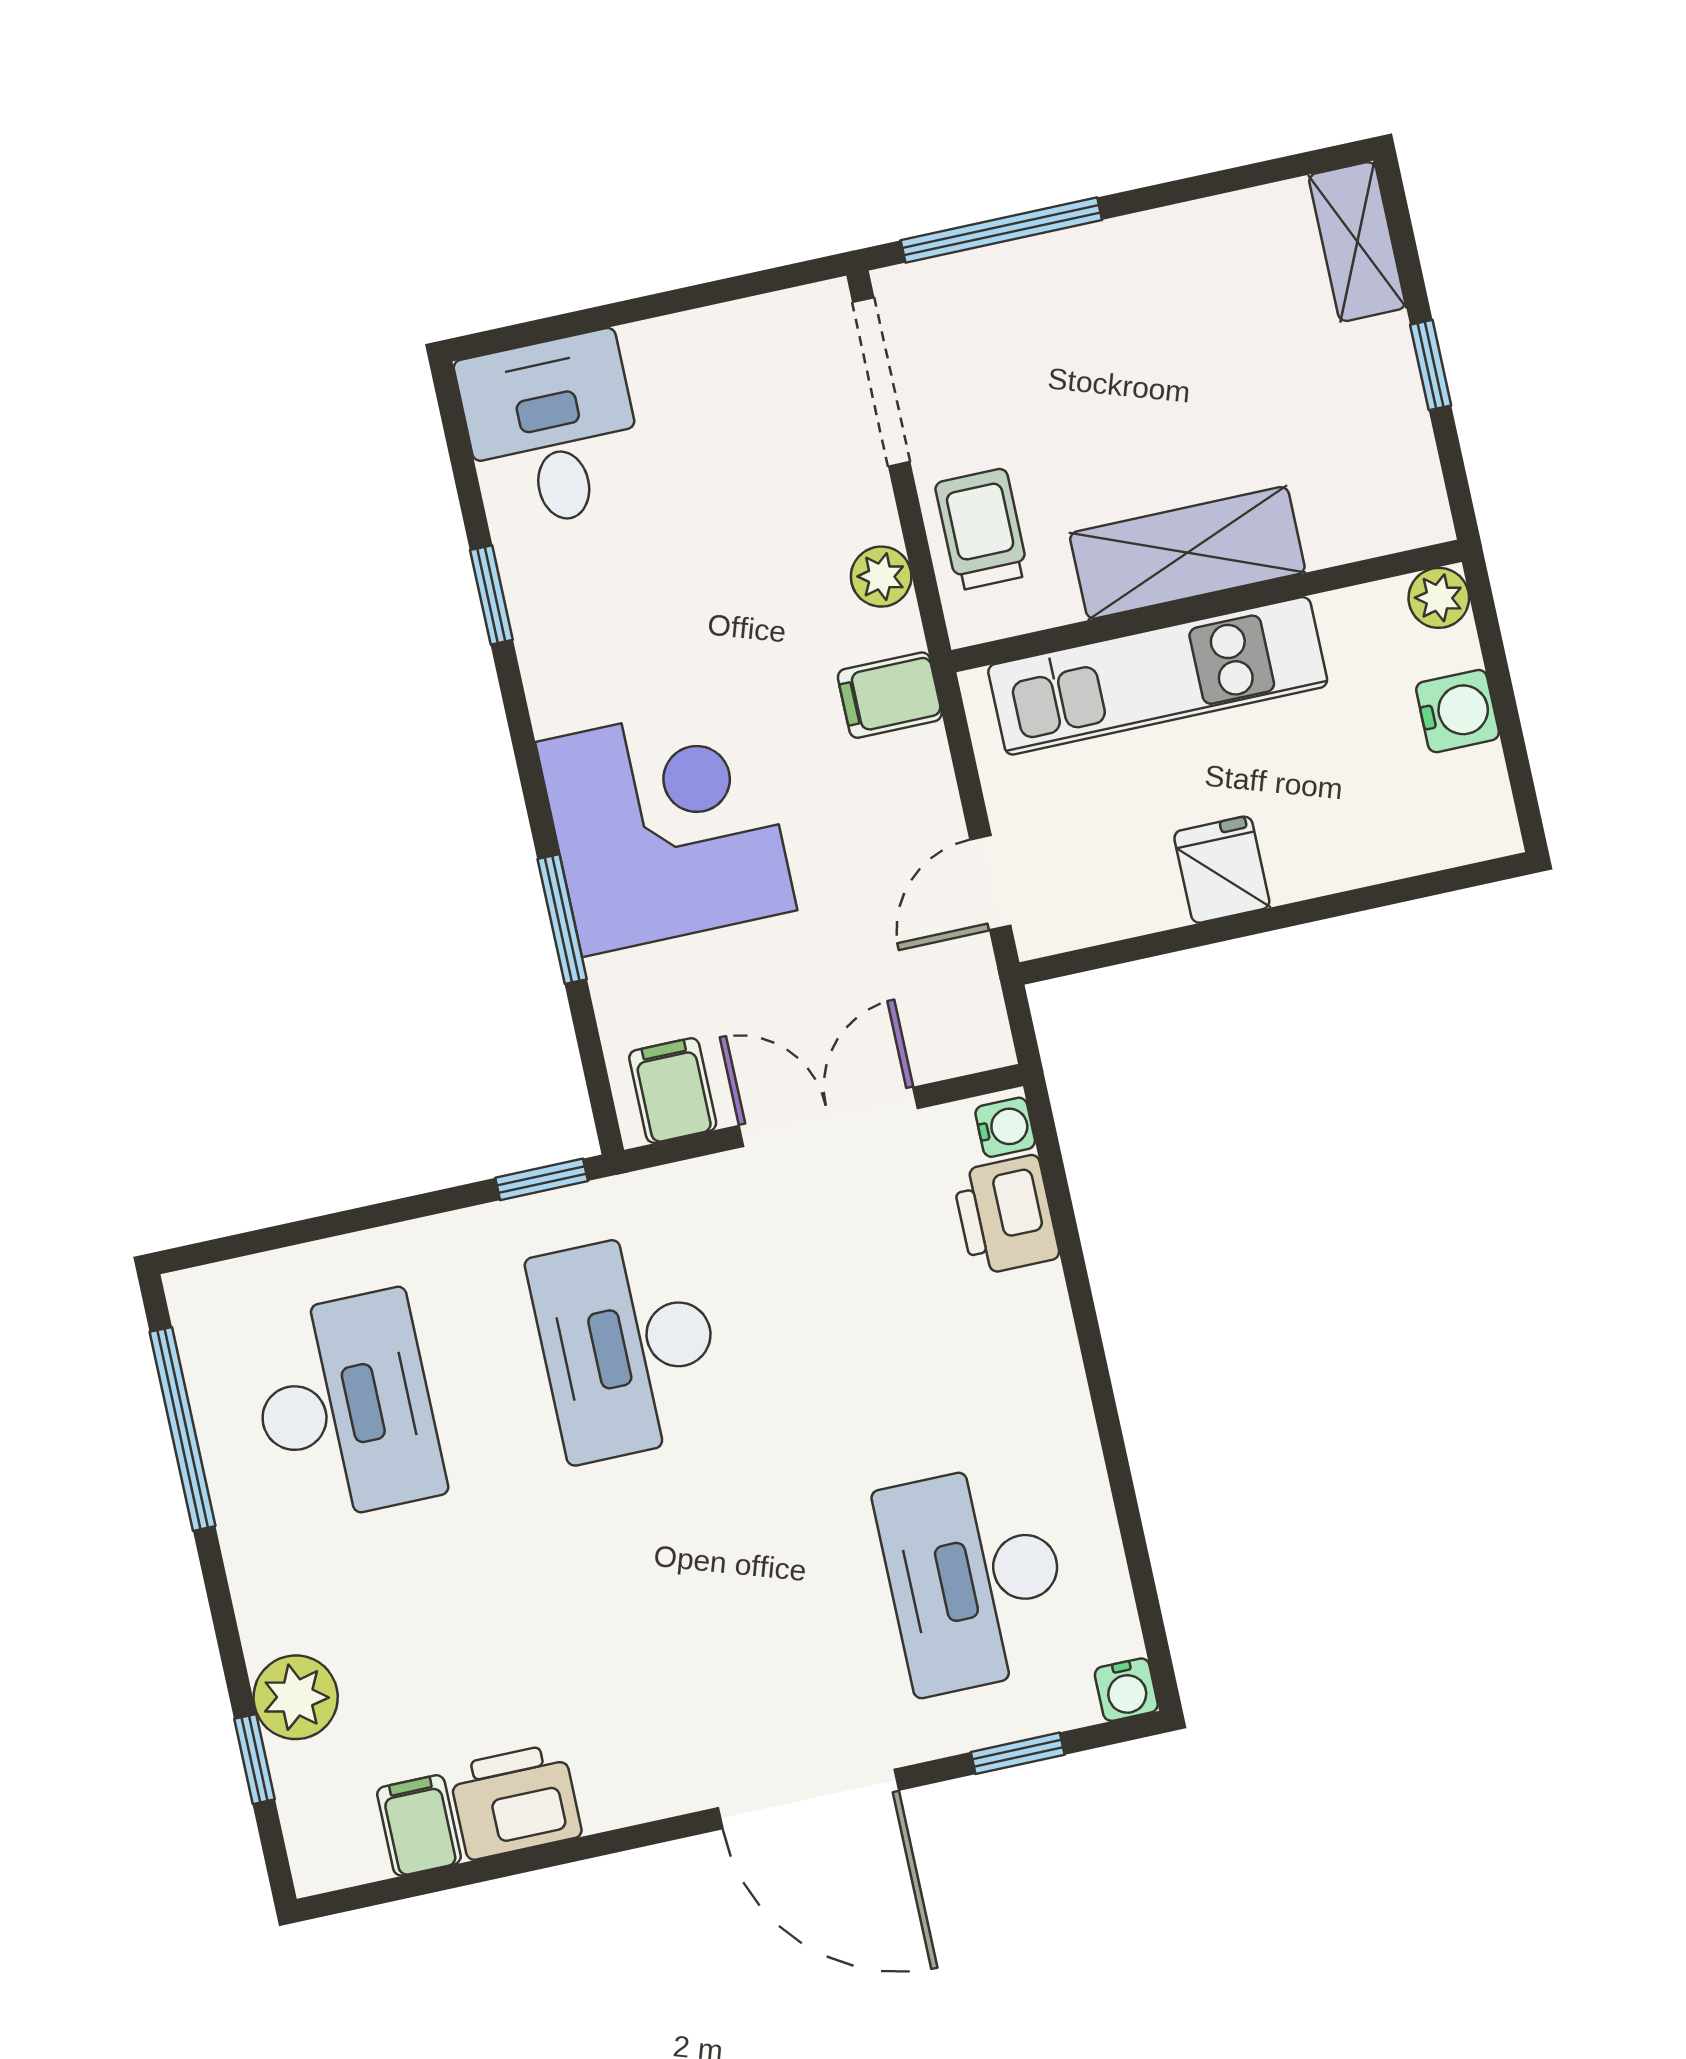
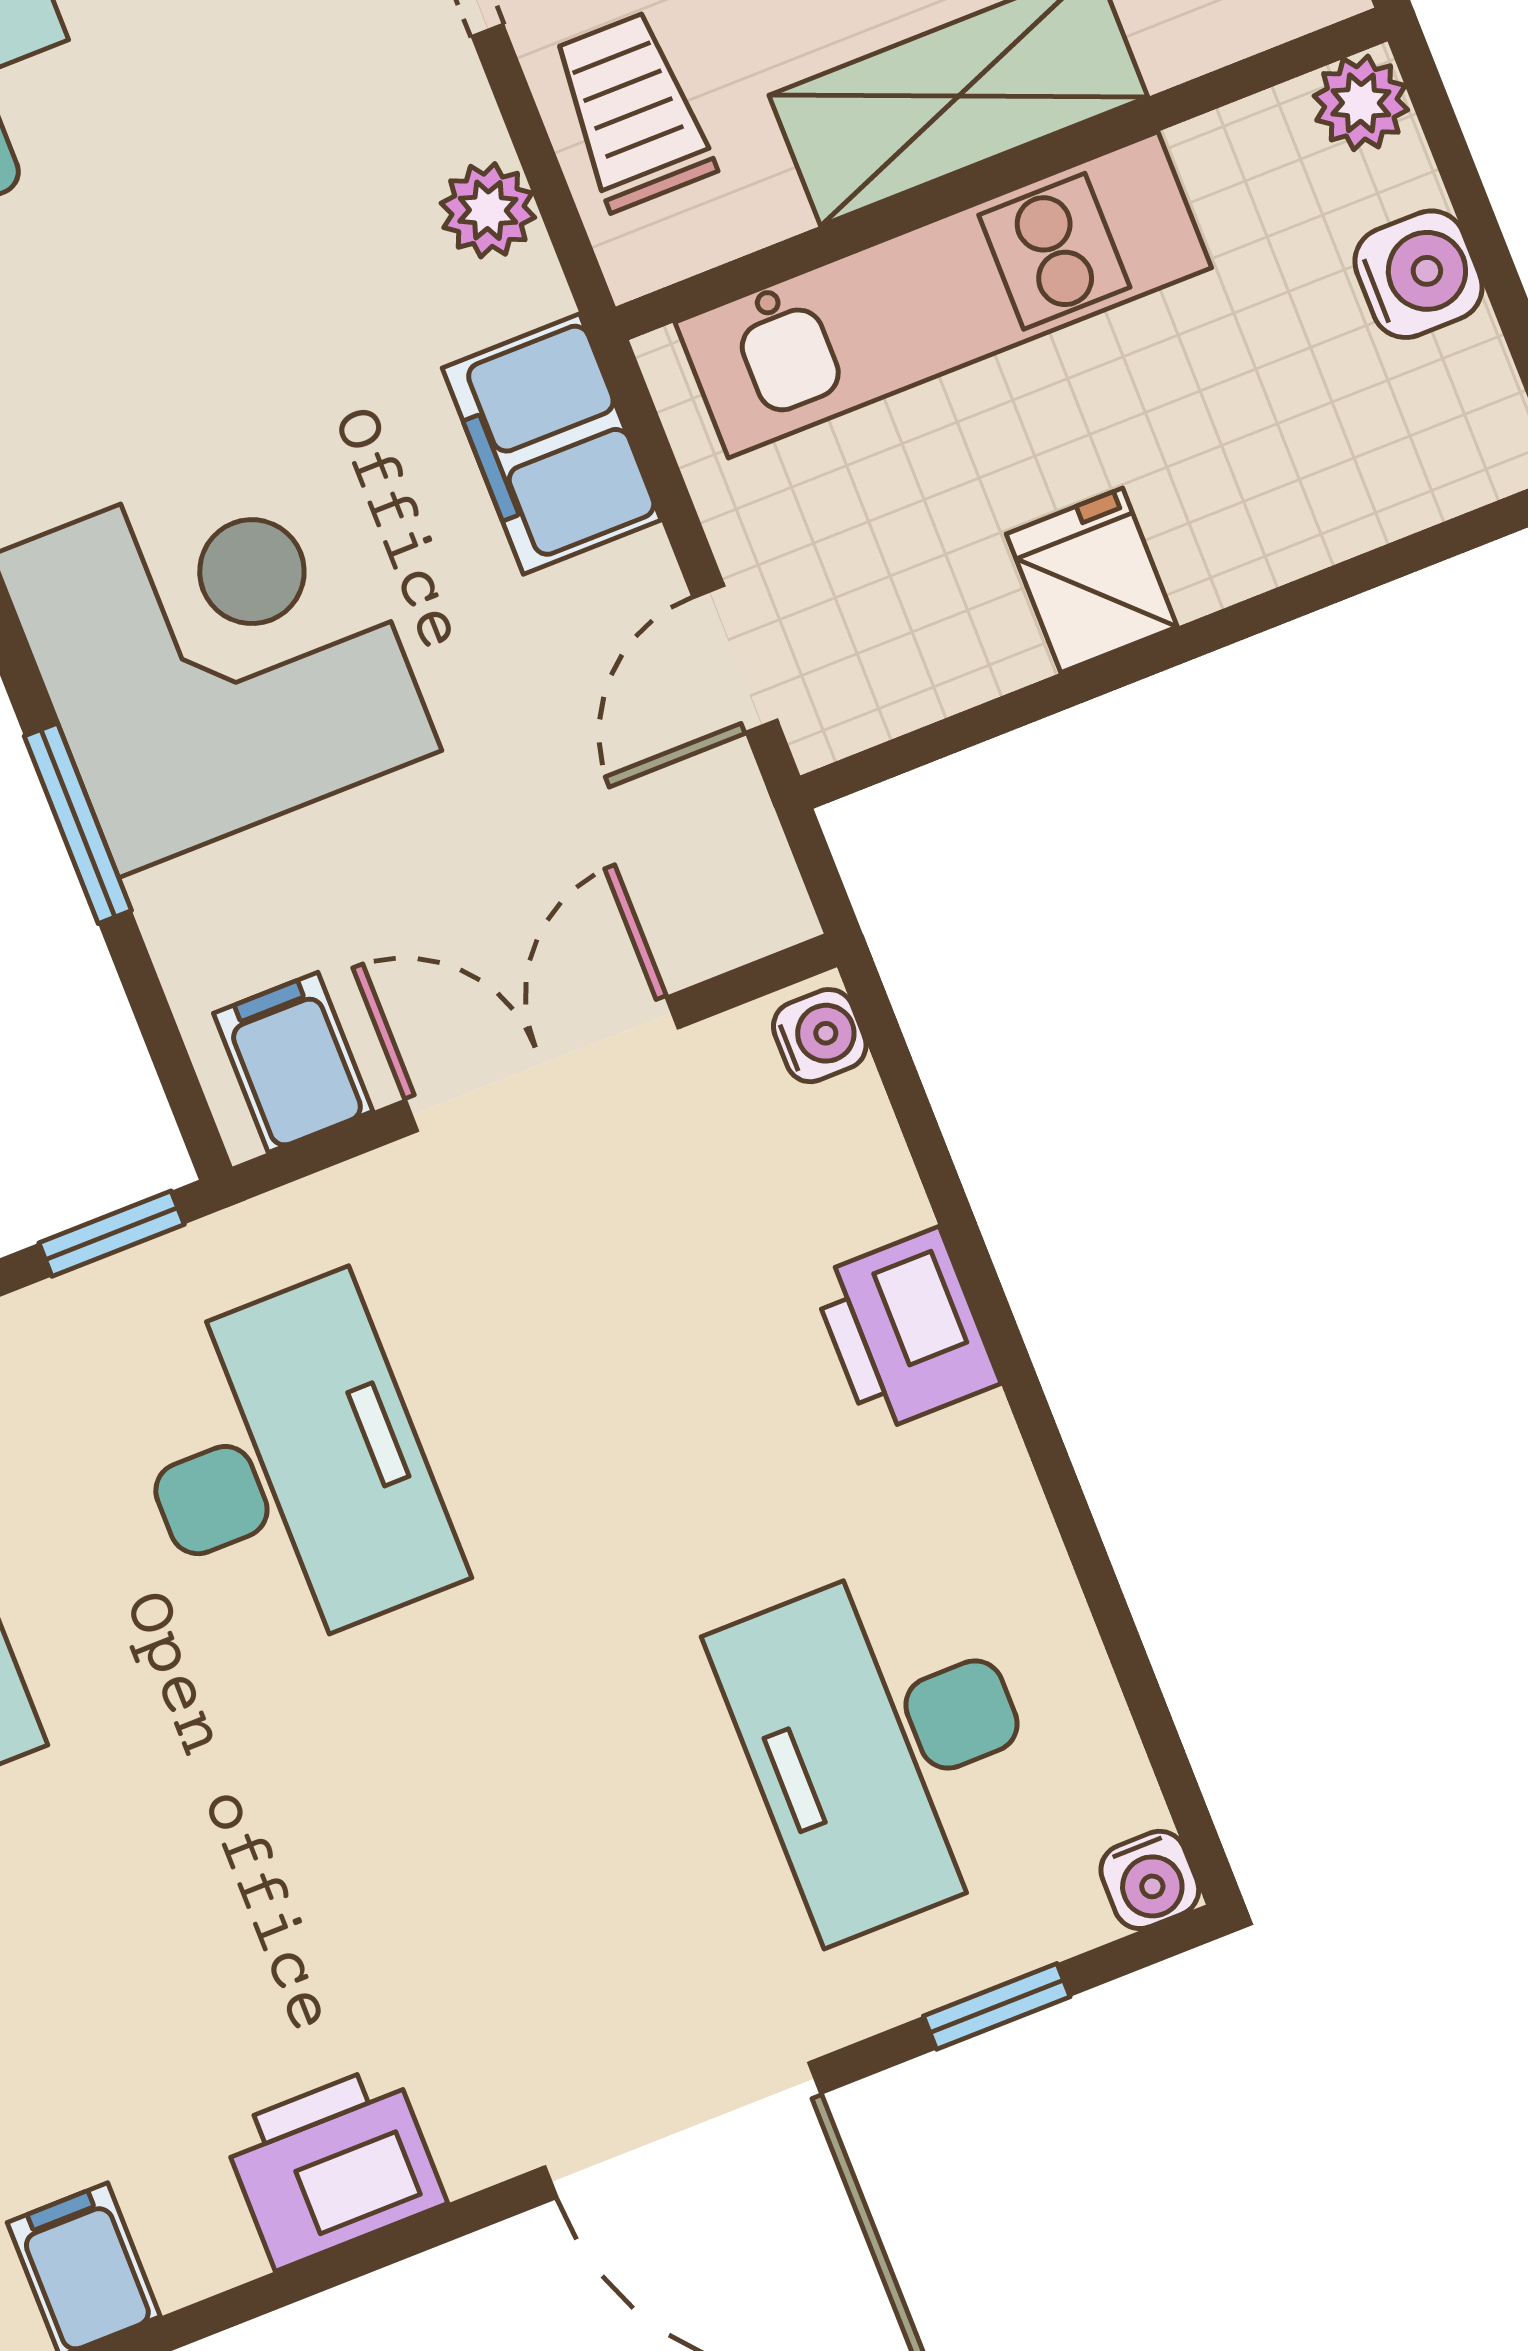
filing cabinet: (890, 695) -> (552, 444), width x2.00
printer: (1006, 1215) -> (905, 1330), moved
desk: (628, 1345) -> (288, 1470), turned 180
printer: (515, 1801) -> (334, 2166), moved

